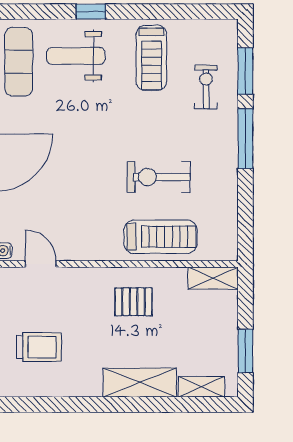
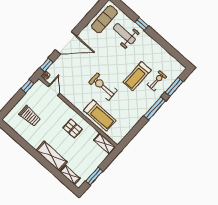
treadmill: (151, 58) -> (137, 76), moved
exercise bike: (159, 177) -> (103, 87), moved

